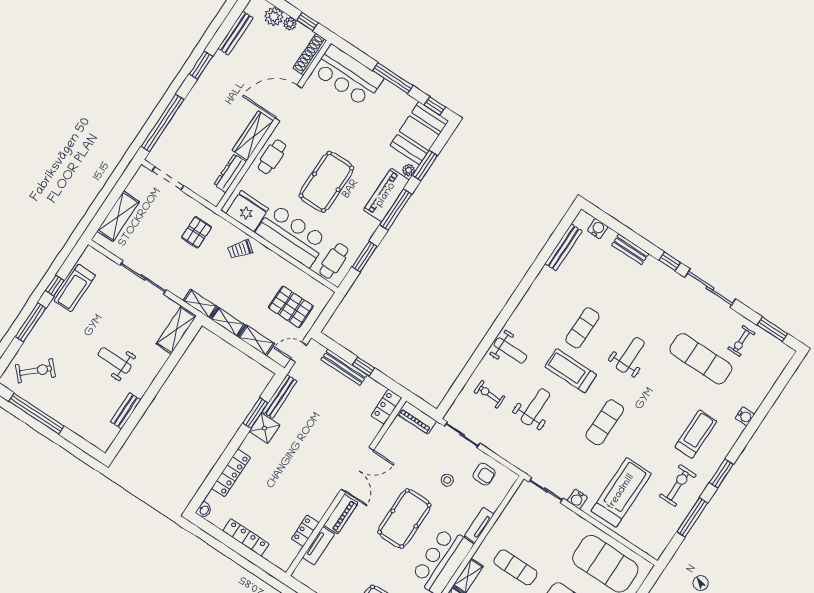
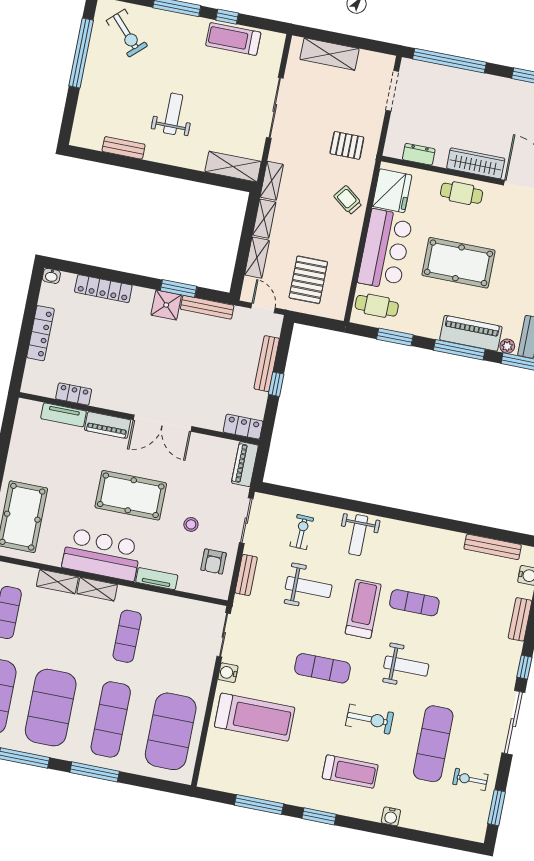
dresser: (230, 173) -> (419, 154), width x0.70
bench: (505, 453) -> (246, 575), added
exercise bike: (678, 485) -> (370, 719), moved

